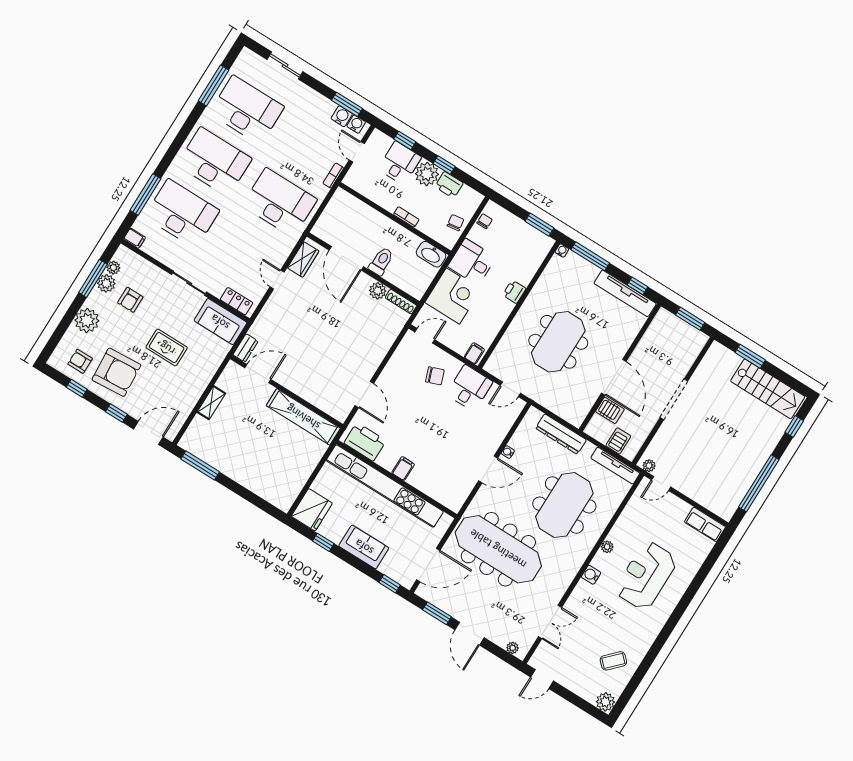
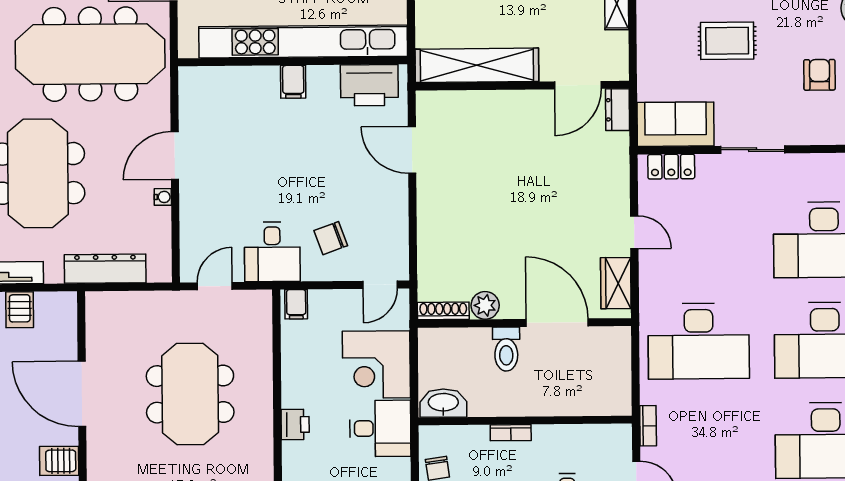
server rack: (610, 410) -> (59, 461), moved

